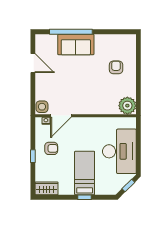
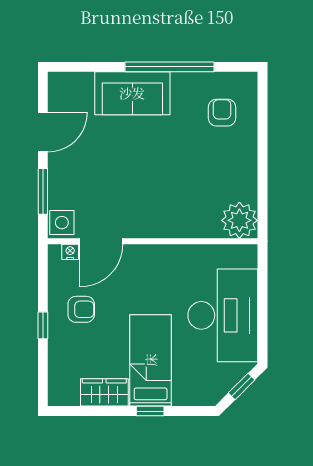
window: (71, 32) -> (169, 67), moved
door: (33, 63) -> (43, 132), hinge flipped
armchair: (116, 67) -> (222, 113), moved
window: (33, 92) -> (43, 191), added
wardrobe: (47, 188) -> (104, 392), moved

